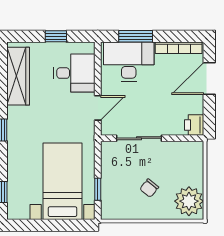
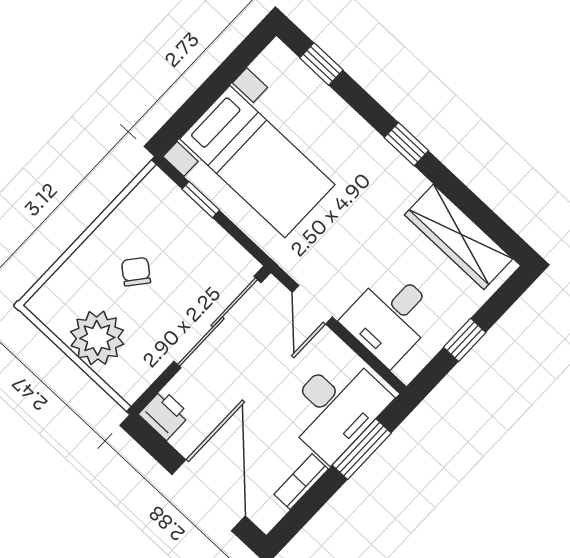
bookcase: (179, 48) -> (301, 482), width x0.64
door: (209, 79) -> (209, 495), width x1.36
sliding door: (139, 138) -> (217, 322), width x1.37
plant: (189, 201) -> (97, 338), moved

